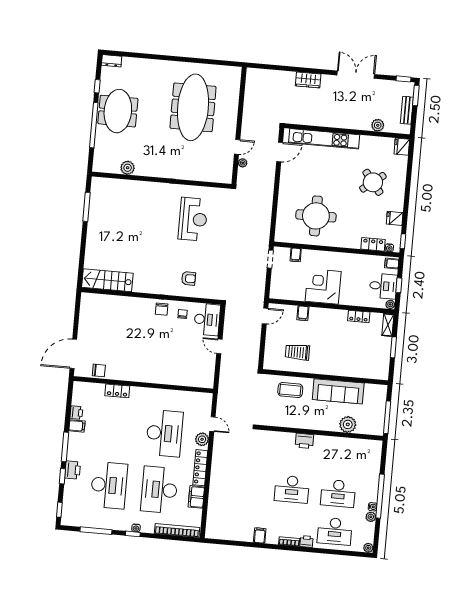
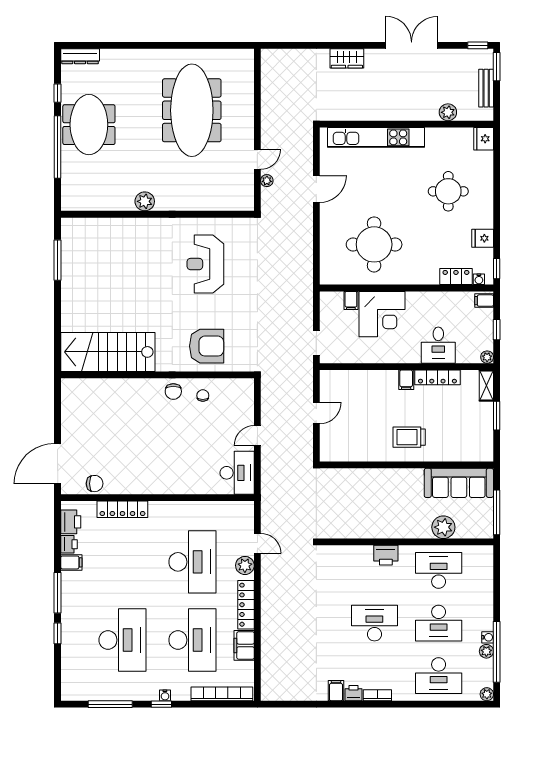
dresser: (112, 61) -> (80, 56), width x1.44
door: (280, 152) -> (316, 189), moved
plant: (128, 168) -> (145, 201), moved
round table: (373, 182) -> (448, 191), turned 38
reception desk: (193, 219) -> (205, 264), turned 180
doorway: (270, 259) -> (316, 343), moved
armchair: (189, 278) -> (207, 346), width x1.88, depth x1.88
stairs: (107, 280) -> (108, 352), width x1.36, depth x1.51
corner desk: (323, 286) -> (382, 314), moved, turned 180
desk: (383, 286) -> (438, 345), moved, turned 90
filing cabinet: (303, 313) -> (406, 380), moved
door: (265, 316) -> (316, 413), moved
locker: (359, 316) -> (437, 377), width x1.53
desk: (207, 320) -> (237, 473), moved
door: (219, 346) -> (257, 436), hinge flipped
trolley: (297, 352) -> (409, 437), moved
coffee table: (290, 390) -> (360, 487), removed
locker: (117, 391) -> (122, 509), width x1.53
sofa: (338, 391) -> (459, 483), moved
desk: (341, 455) -> (439, 570), added
printer: (73, 470) -> (71, 522), moved
desk: (292, 489) -> (374, 623), turned 180
desk: (159, 490) -> (192, 640), turned 180
window: (380, 496) -> (497, 652), moved
window: (59, 510) -> (58, 680), removed
printer: (307, 542) -> (354, 693), moved

